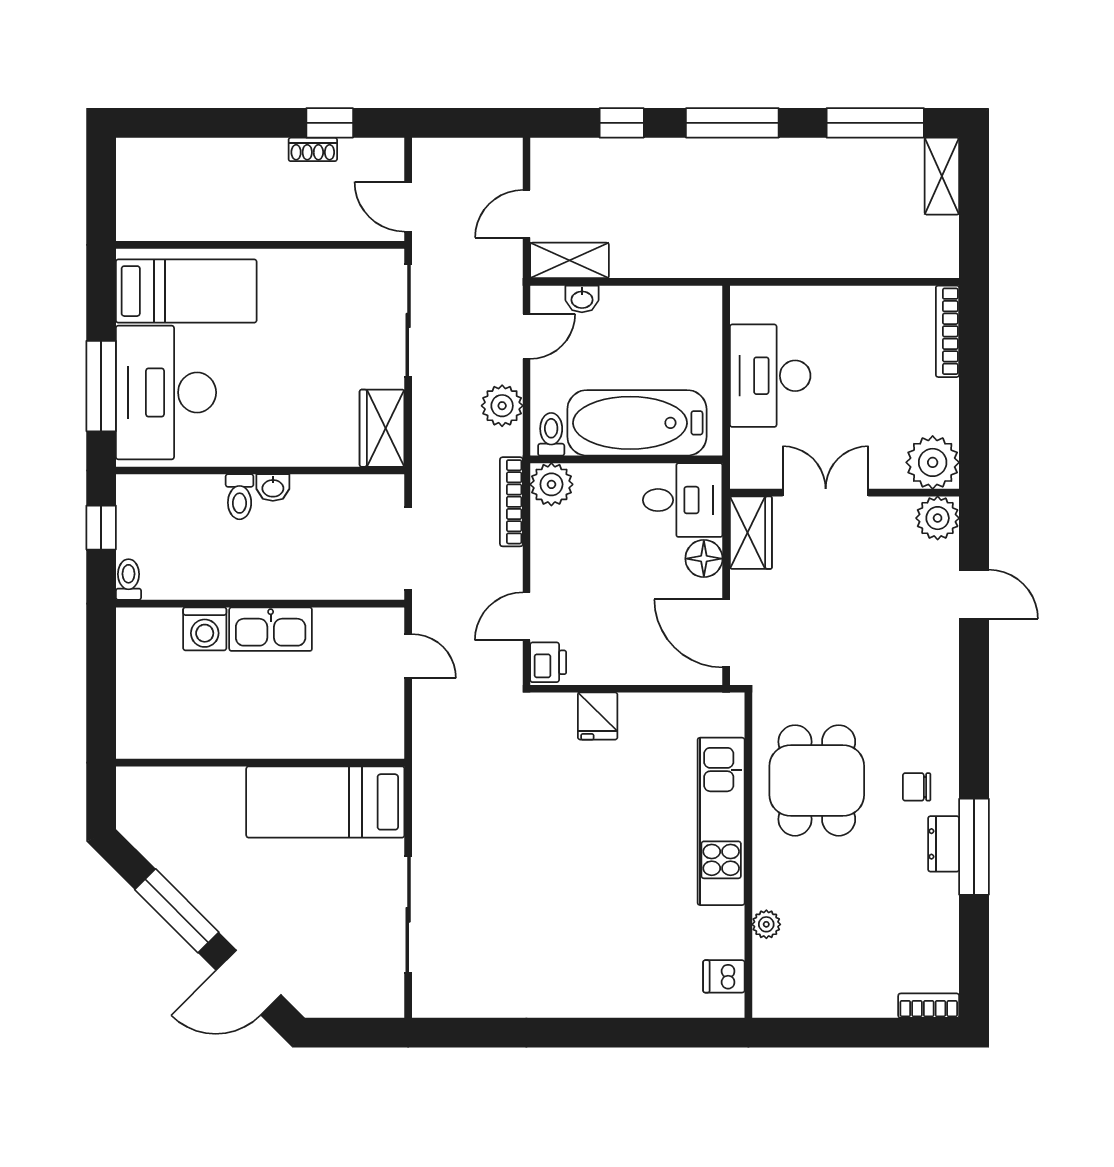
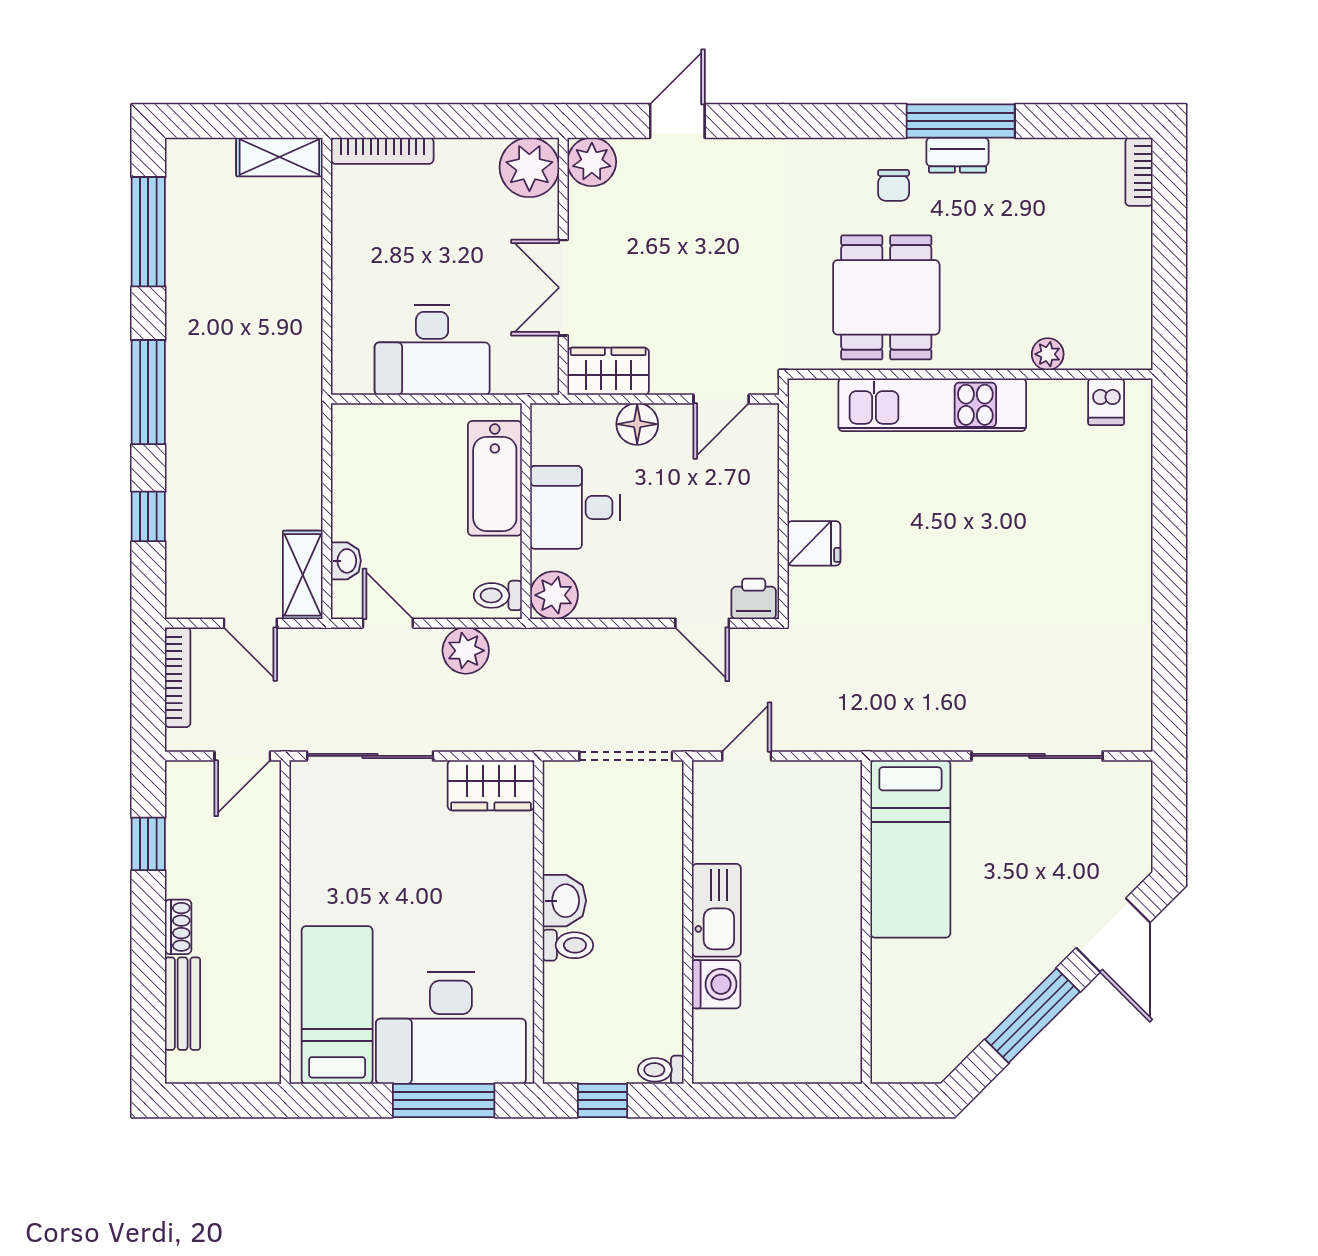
shoe rack: (313, 149) -> (178, 927), moved
bench: (187, 153) -> (183, 1004), added
shelving: (942, 176) -> (279, 157), moved
bathtub: (637, 423) -> (495, 478), width x0.73, depth x0.73
washbasin: (273, 488) -> (564, 901), width x1.38, depth x1.45
desk: (683, 500) -> (575, 507), moved, turned -90
bookcase: (511, 502) -> (178, 677), moved, turned -90
door: (726, 633) -> (721, 399), width x0.73
dining table: (817, 780) -> (886, 297), turned 90

